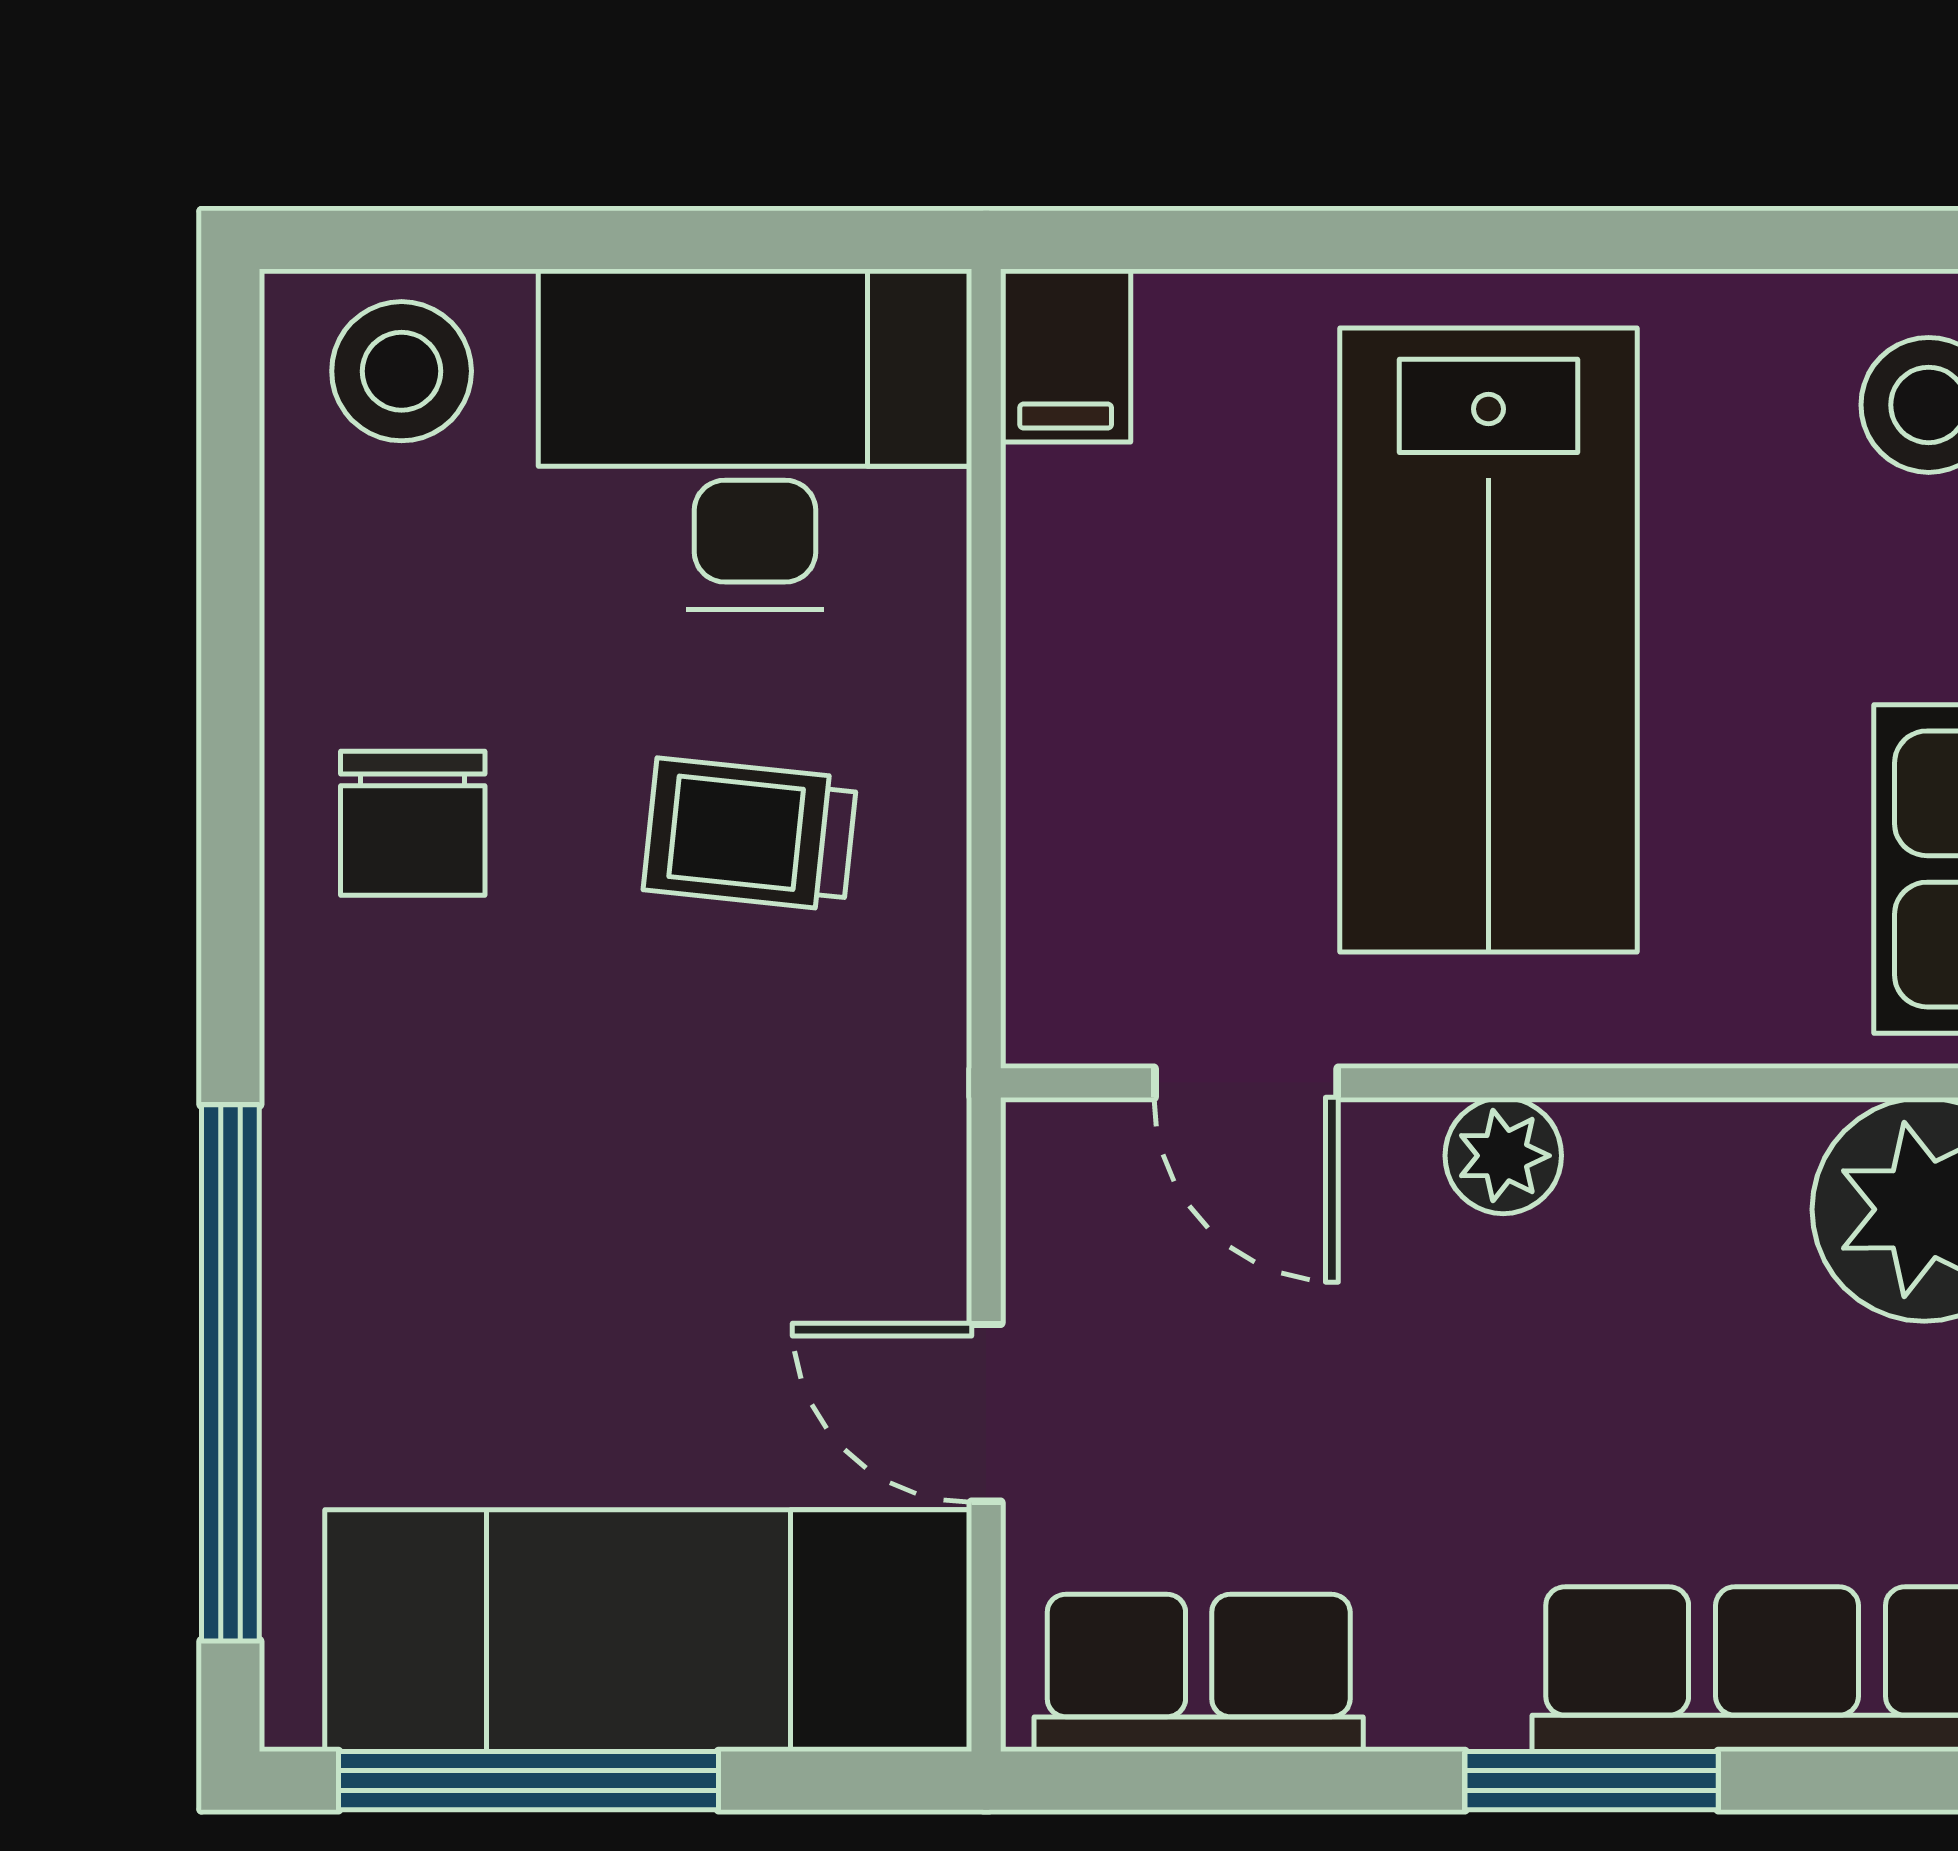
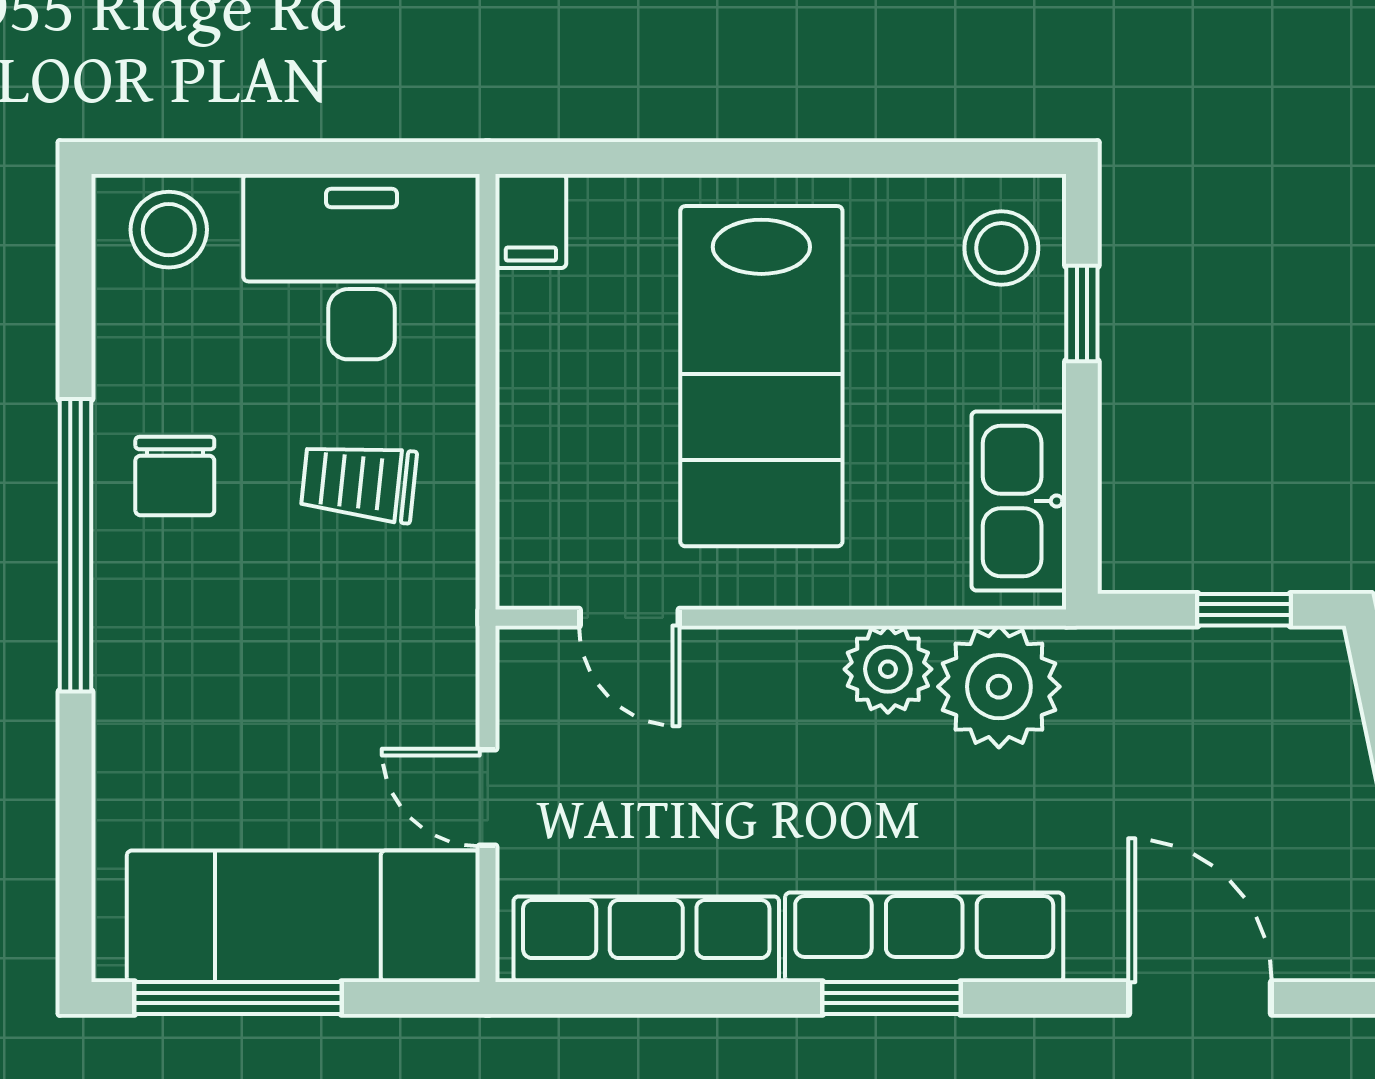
plant: (1503, 1156) -> (888, 669), moved, width x1.38, depth x1.38
window: (230, 1373) -> (75, 545), moved
row of seats: (1199, 1673) -> (646, 939), width x1.48
window: (1592, 1781) -> (892, 998), moved

